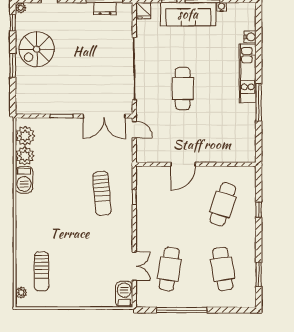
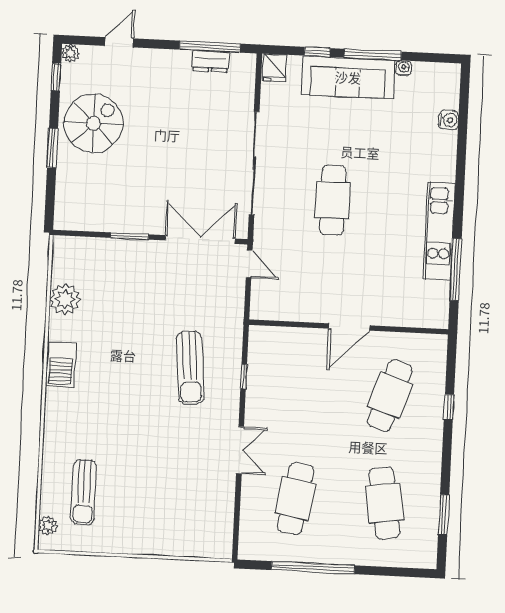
spiral stairs: (37, 49) -> (94, 123), turned 180
kitchen unit: (248, 73) -> (439, 231), moved
window: (259, 102) -> (456, 269), moved
double door: (104, 116) -> (200, 240), swing flipped
plant: (25, 136) -> (67, 266), removed
door: (183, 164) -> (349, 327), moved
barbecue: (24, 180) -> (61, 365), moved
double door: (134, 266) -> (240, 450), moved
barbecue: (124, 294) -> (219, 537), removed

